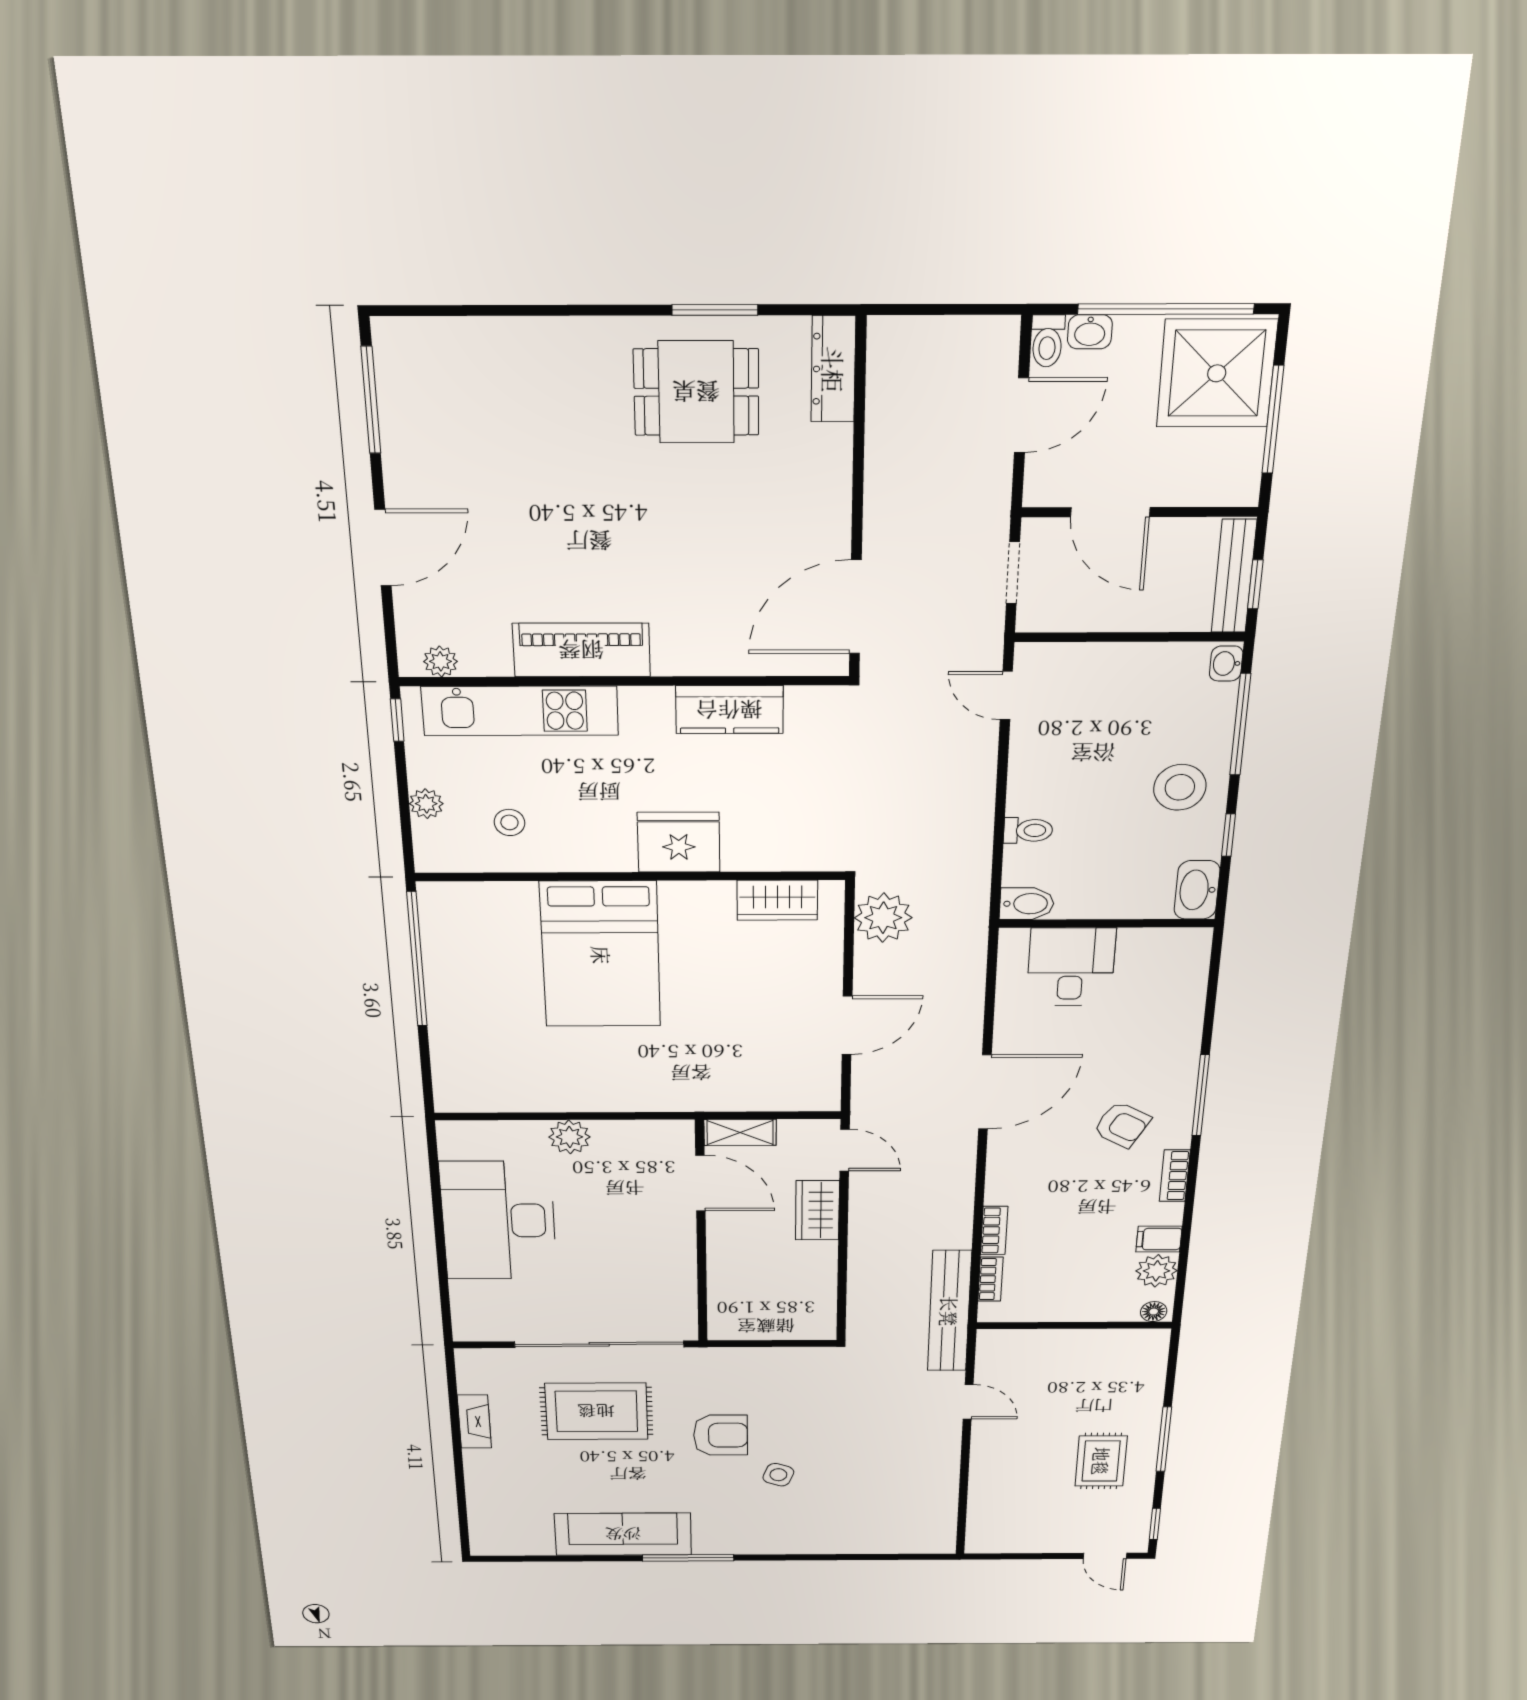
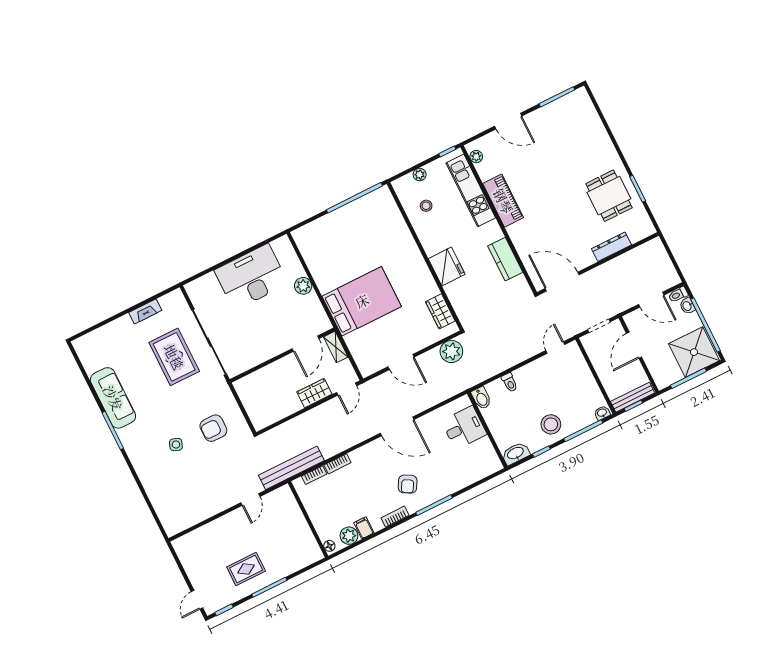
dresser: (833, 369) -> (611, 247), moved
bed: (601, 955) -> (362, 301), moved, turned 180
armchair: (720, 1435) -> (213, 428), moved, turned 90

